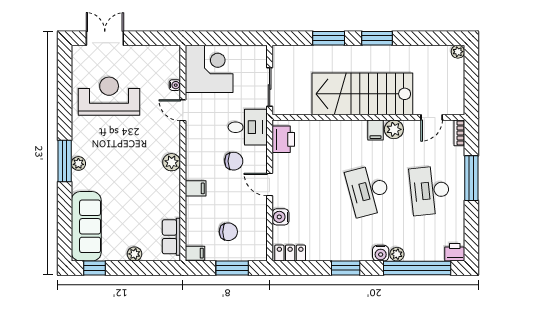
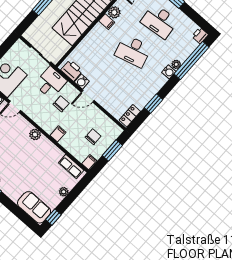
water cooler: (281, 217) -> (82, 82), moved
sofa: (86, 226) -> (34, 207), width x0.73
window: (346, 268) -> (153, 104), moved

